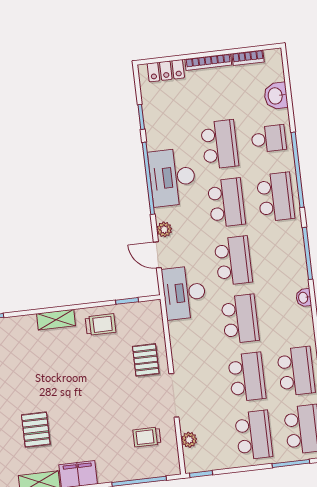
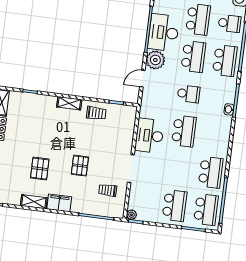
plant: (164, 229) -> (155, 60), width x1.88, depth x1.88
door: (157, 255) -> (142, 79), hinge flipped
school desk: (233, 261) -> (189, 94), width x0.54
desk: (184, 293) -> (150, 136), moved
washbasin: (304, 298) -> (229, 109), moved
pallet: (146, 360) -> (80, 166), moved
school desk: (247, 377) -> (179, 168), removed
plant: (189, 440) -> (132, 215), moved

